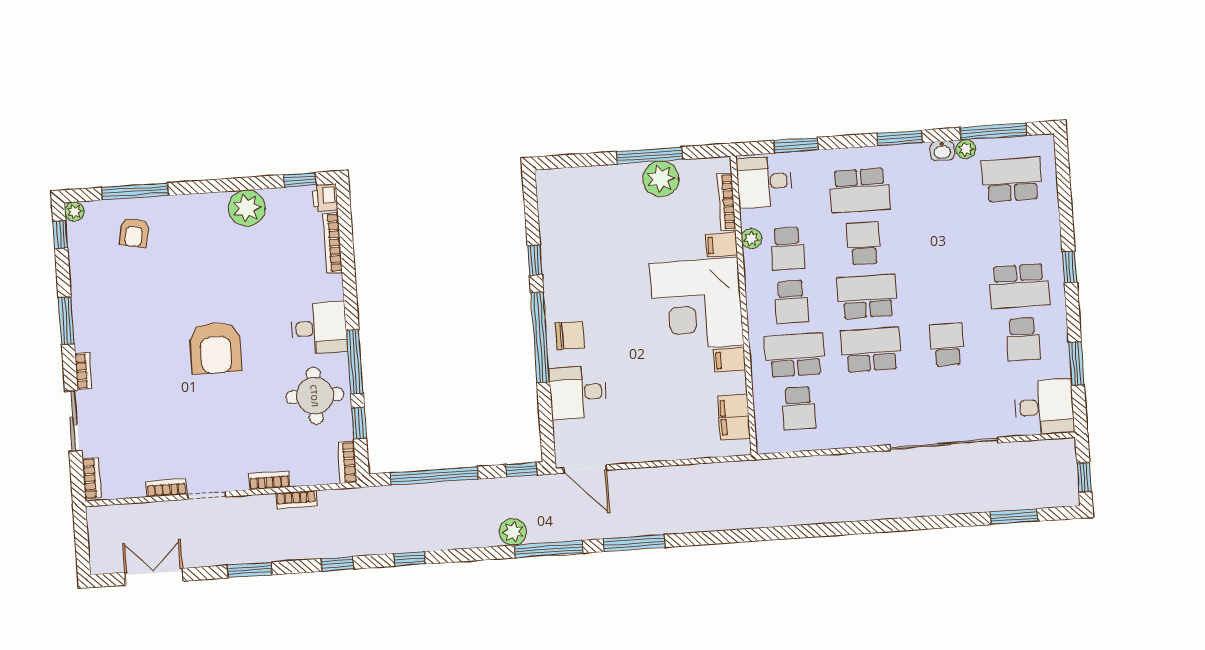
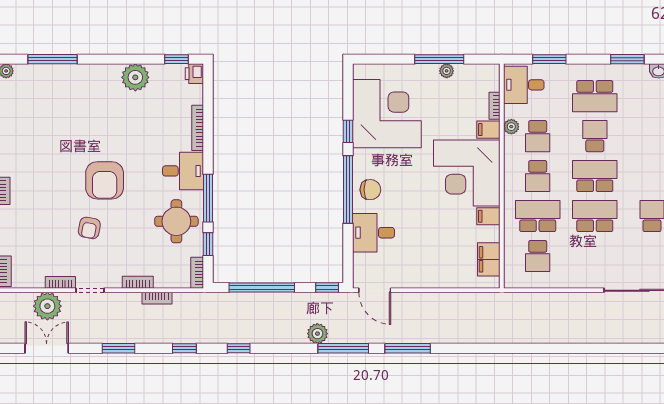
plant: (661, 179) -> (447, 71), width x0.53, depth x0.53
bookcase: (727, 202) -> (495, 106), width x0.64
armchair: (134, 233) -> (89, 228), moved
corner desk: (585, 233) -> (387, 114), added
bookcase: (333, 243) -> (198, 128), moved
plant: (151, 521) -> (47, 306), added

